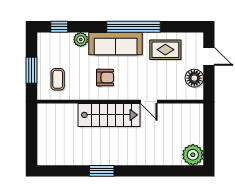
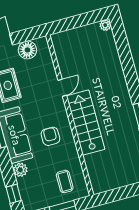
coffee table: (58, 79) -> (65, 181), turned 90
plant: (193, 155) -> (105, 25), width x0.53, depth x0.53

